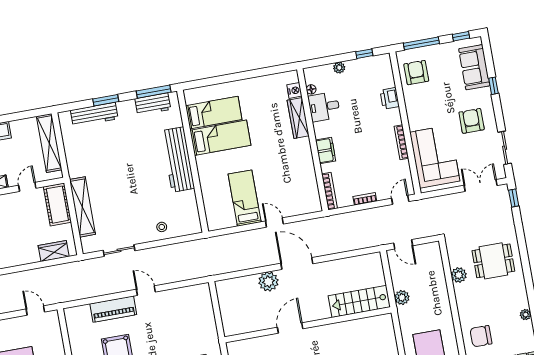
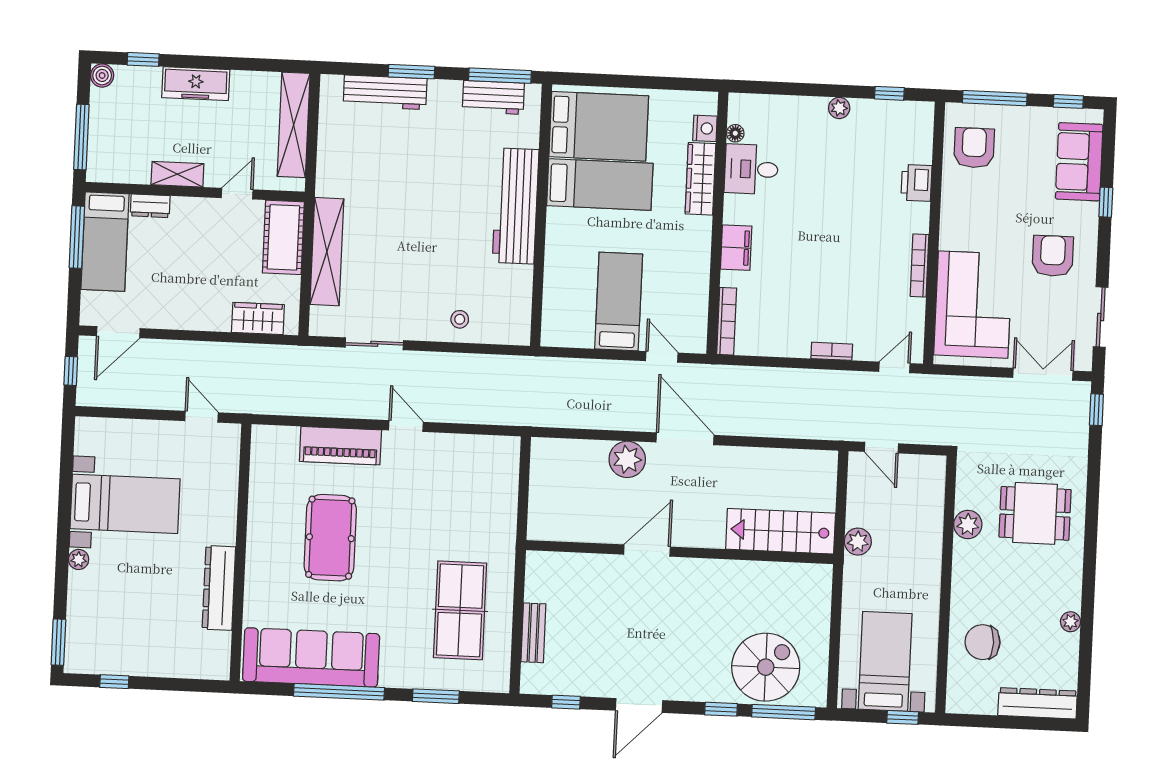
floor lamp: (311, 89) -> (735, 133), moved
nightstand: (294, 90) -> (705, 128), moved
desk: (324, 107) -> (751, 169), moved
bed: (214, 113) -> (599, 126), width x1.50
wardrobe: (298, 118) -> (701, 179), moved
wall: (313, 140) -> (717, 223), moved
filing cabinet: (326, 151) -> (736, 248), moved
bookcase: (329, 191) -> (727, 321), moved

